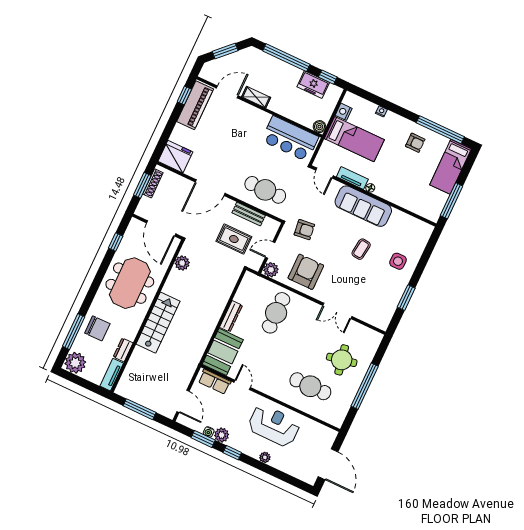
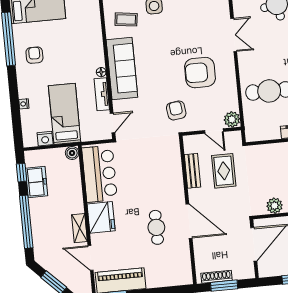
fridge: (175, 157) -> (101, 217), moved, turned 180
cafe table: (265, 190) -> (156, 227), moved, width x0.73, depth x0.74
coffee table: (361, 249) -> (126, 19), moved
armchair: (306, 272) -> (200, 73), moved

